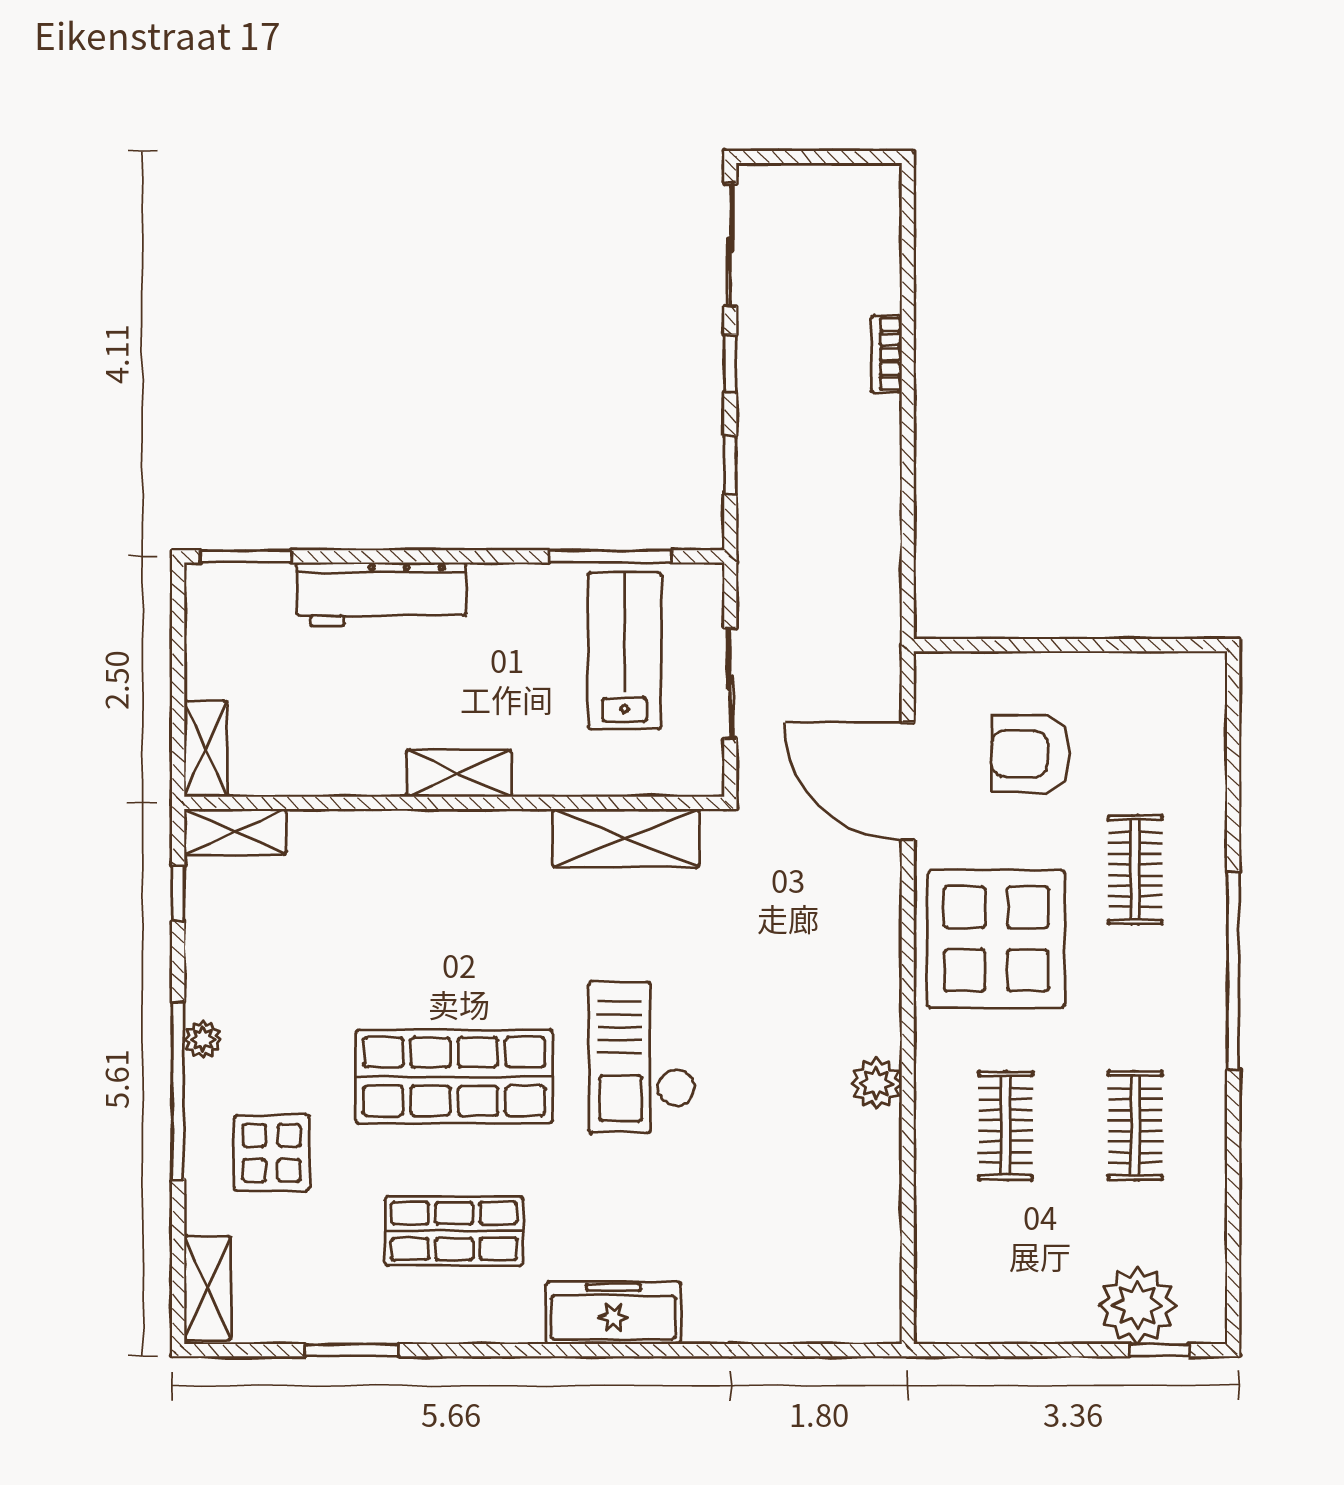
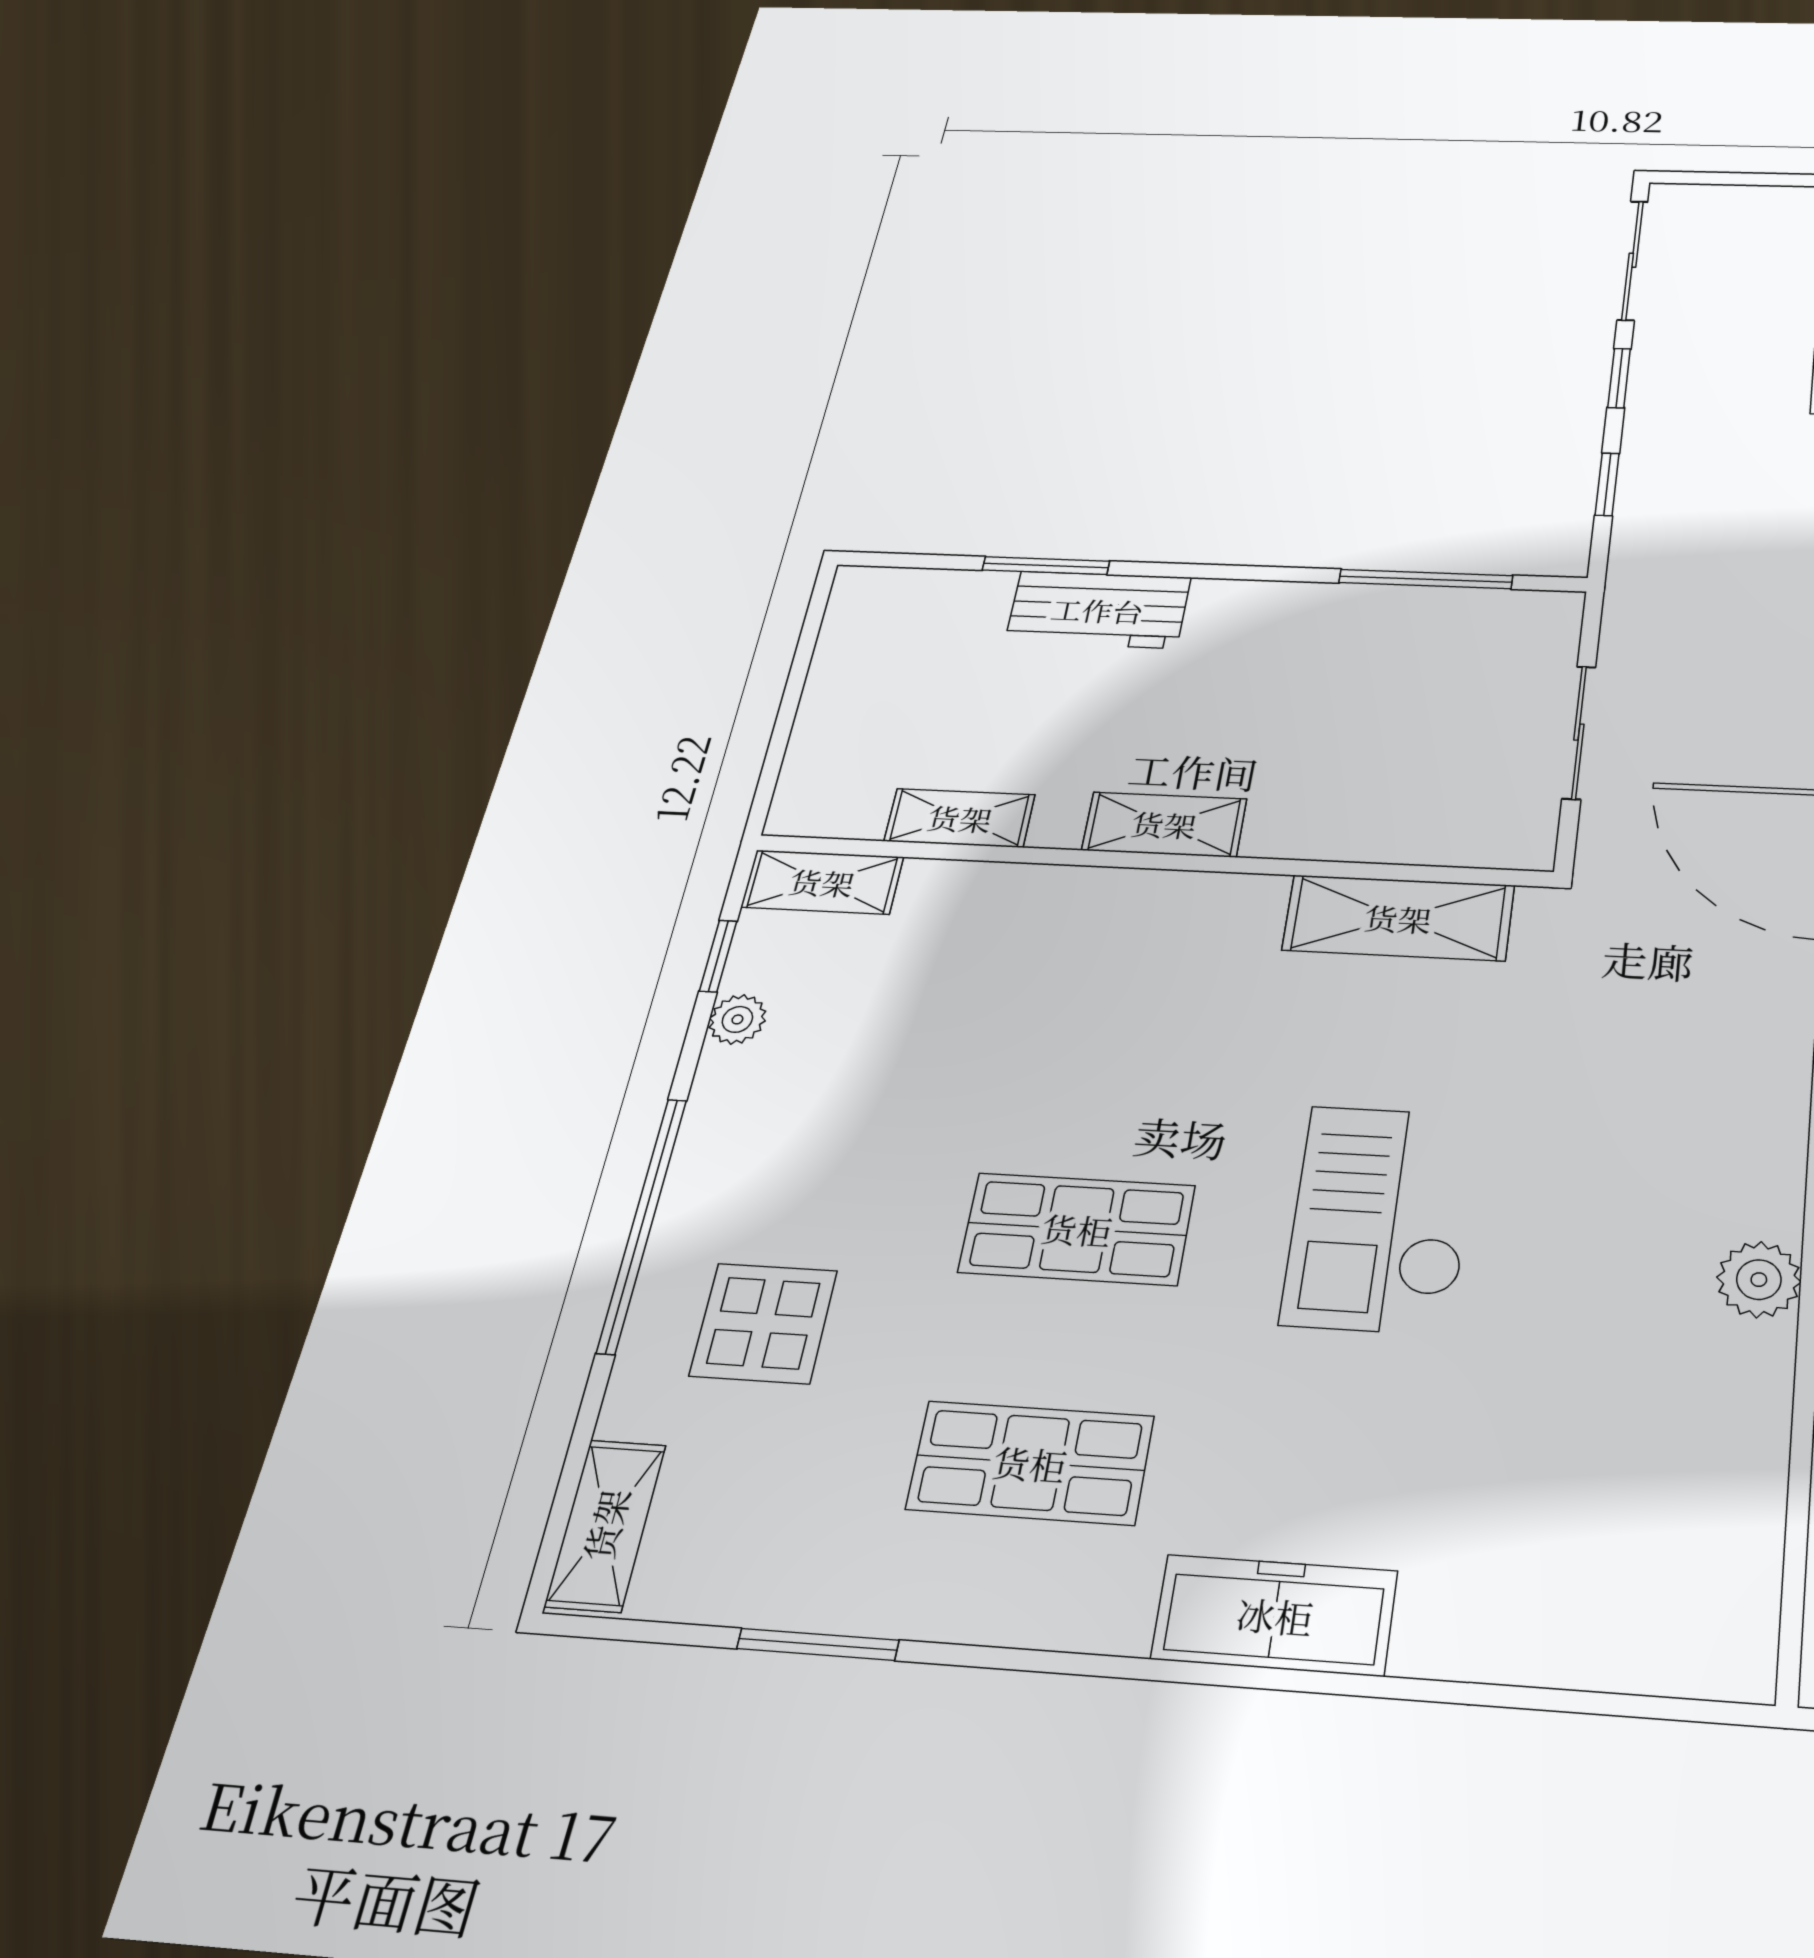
window: (246, 556) -> (1046, 566), moved
workbench: (381, 594) -> (1098, 610), width x0.73
lab bench: (625, 651) -> (1430, 688), removed
shelving: (206, 749) -> (960, 818), moved, turned 90
plant: (203, 1039) -> (737, 1019), moved
shop shelf: (454, 1077) -> (1077, 1229), width x0.70, depth x0.74

